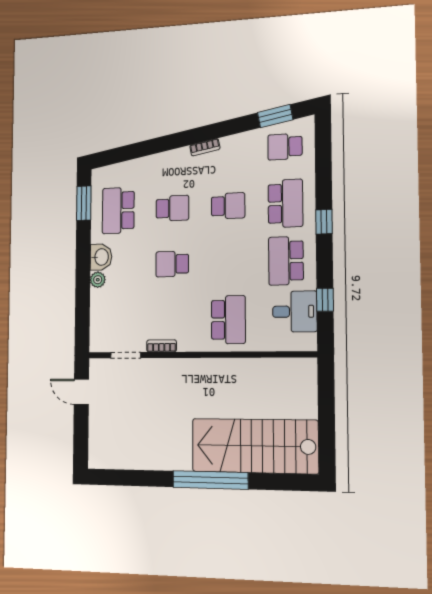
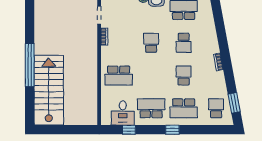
school desk: (228, 206) -> (184, 76), turned 180

